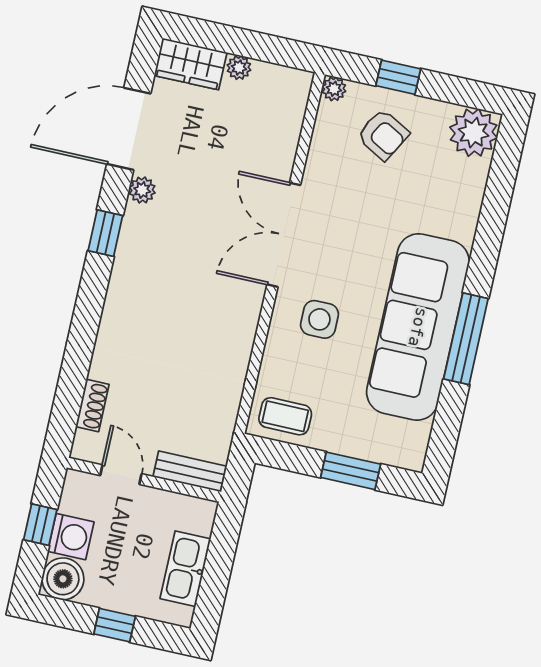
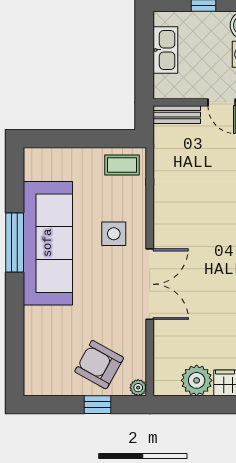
plant: (239, 68) -> (197, 380), width x1.88, depth x1.88
plant: (474, 133) -> (40, 379), removed
armchair: (383, 135) -> (99, 365), width x1.38, depth x1.38
window: (351, 471) -> (71, 139), removed

